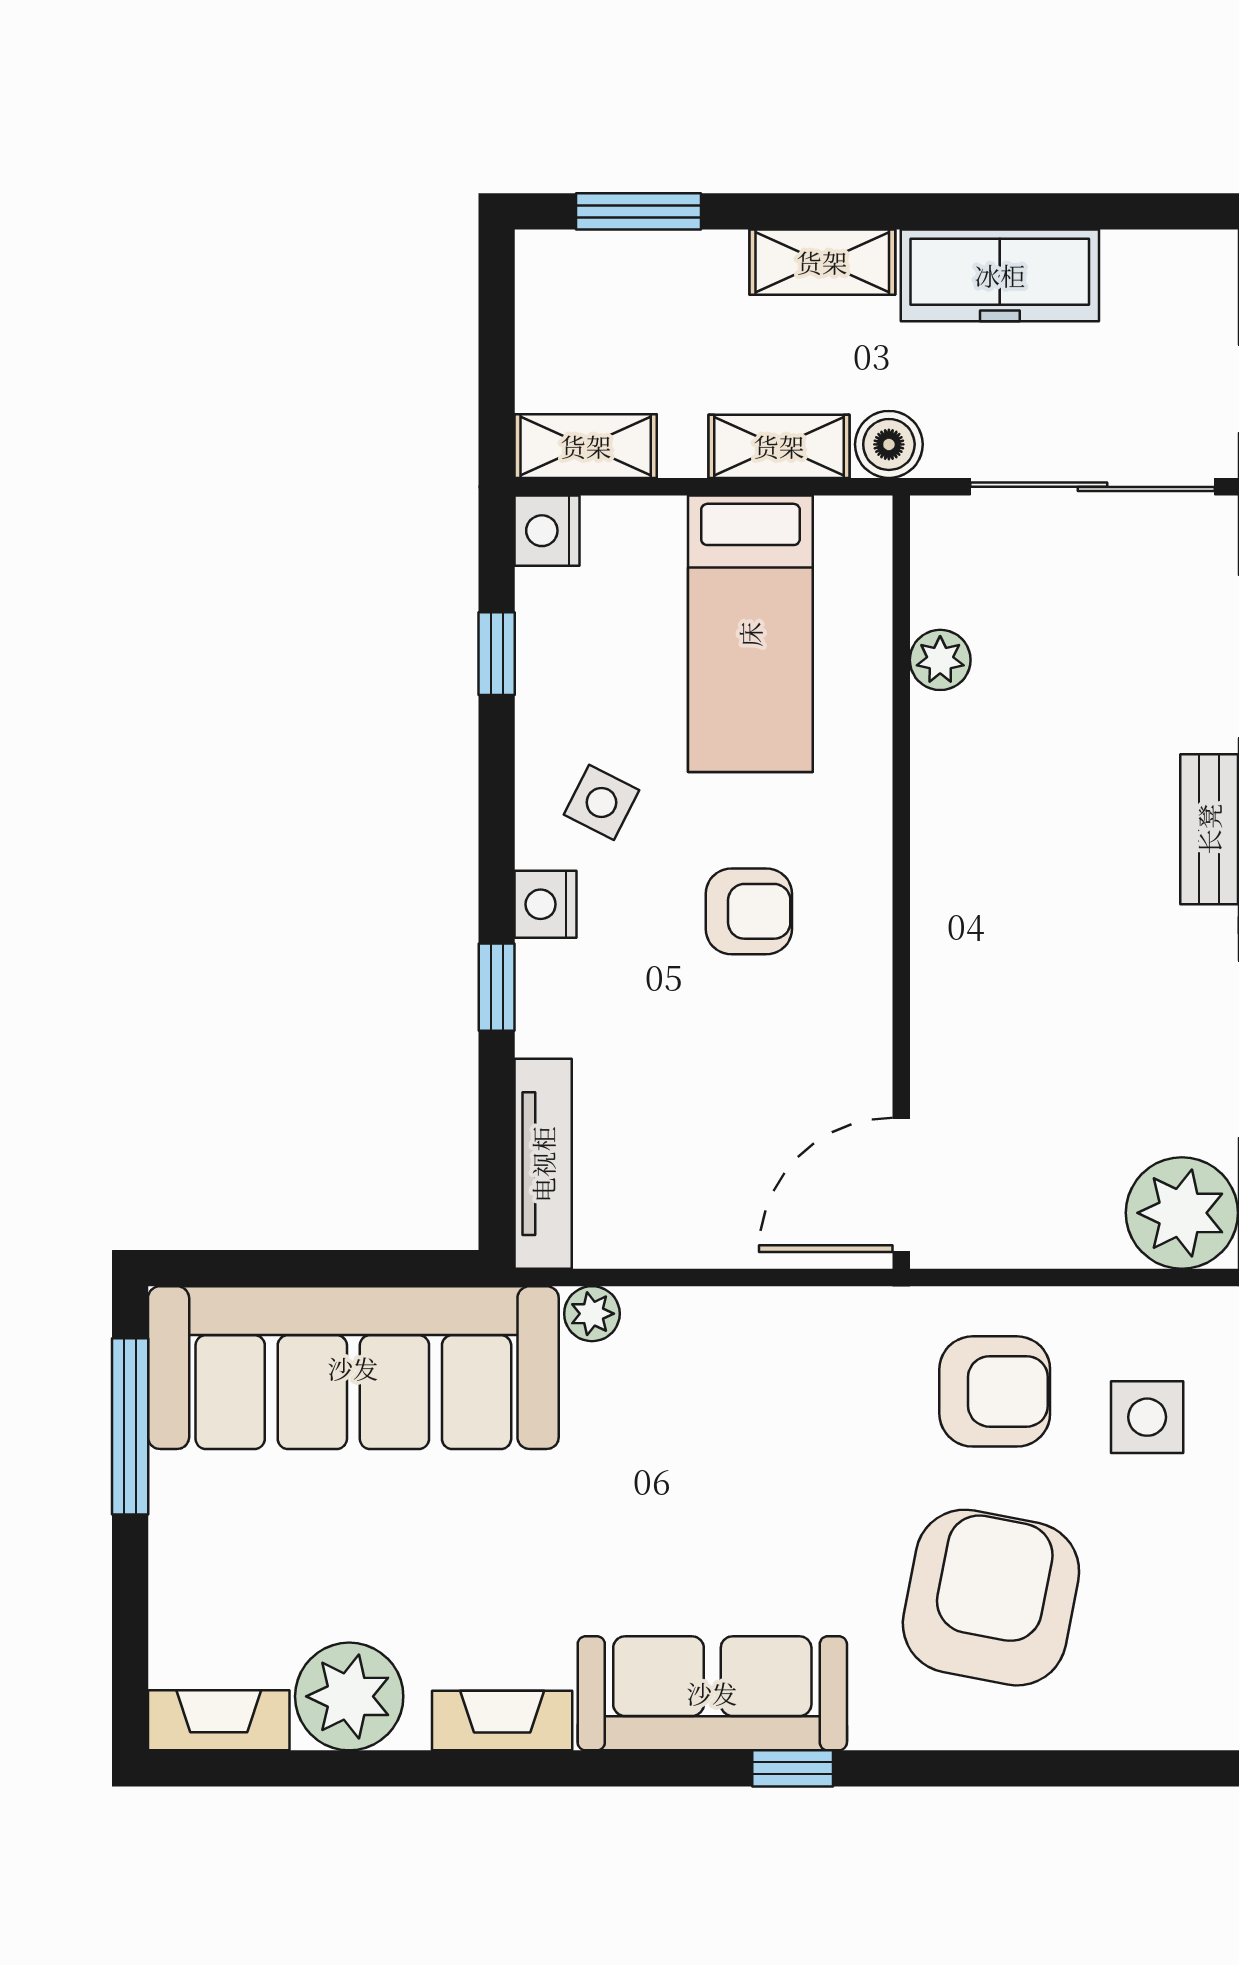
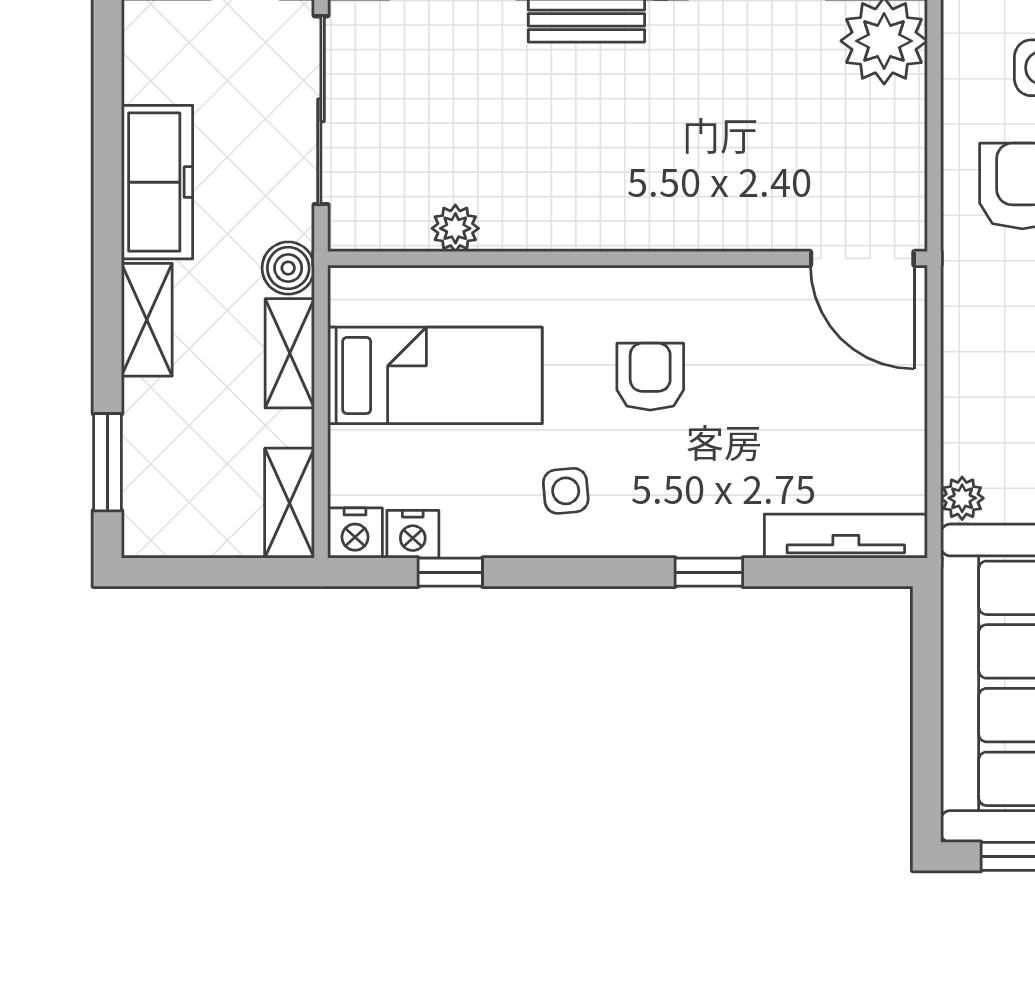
side table: (601, 802) -> (566, 491), turned -32
nightstand: (545, 904) -> (413, 534), moved

